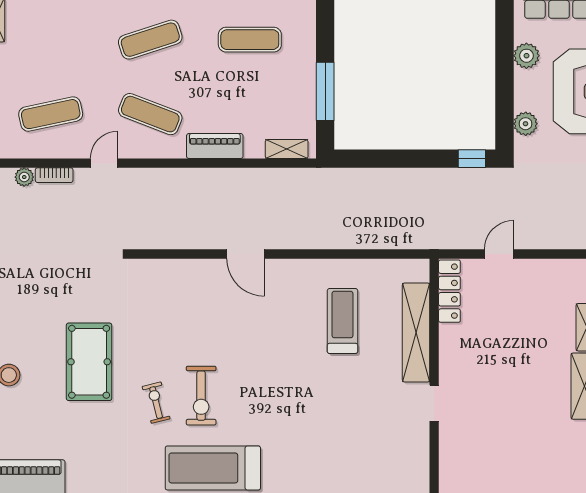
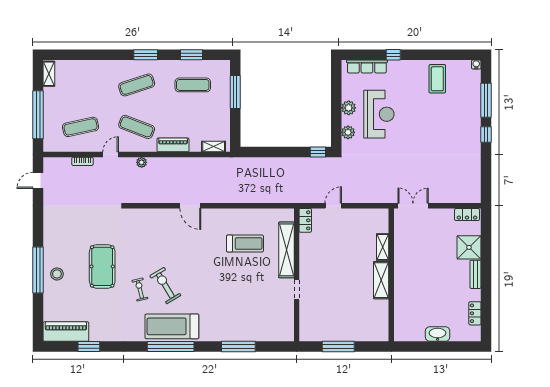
plant: (526, 56) -> (349, 108), moved
window: (325, 91) -> (235, 92), moved
plant: (24, 177) -> (142, 162), moved
locker: (449, 291) -> (305, 220), width x0.66
treadmill: (342, 321) -> (245, 244), turned 90
exercise bike: (201, 396) -> (165, 286), turned 149

